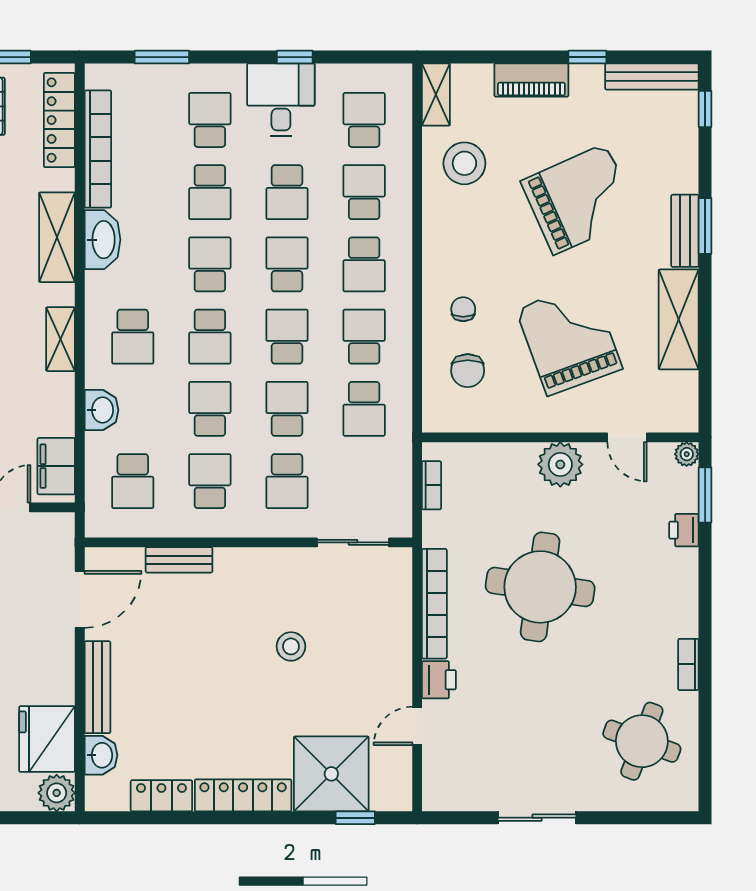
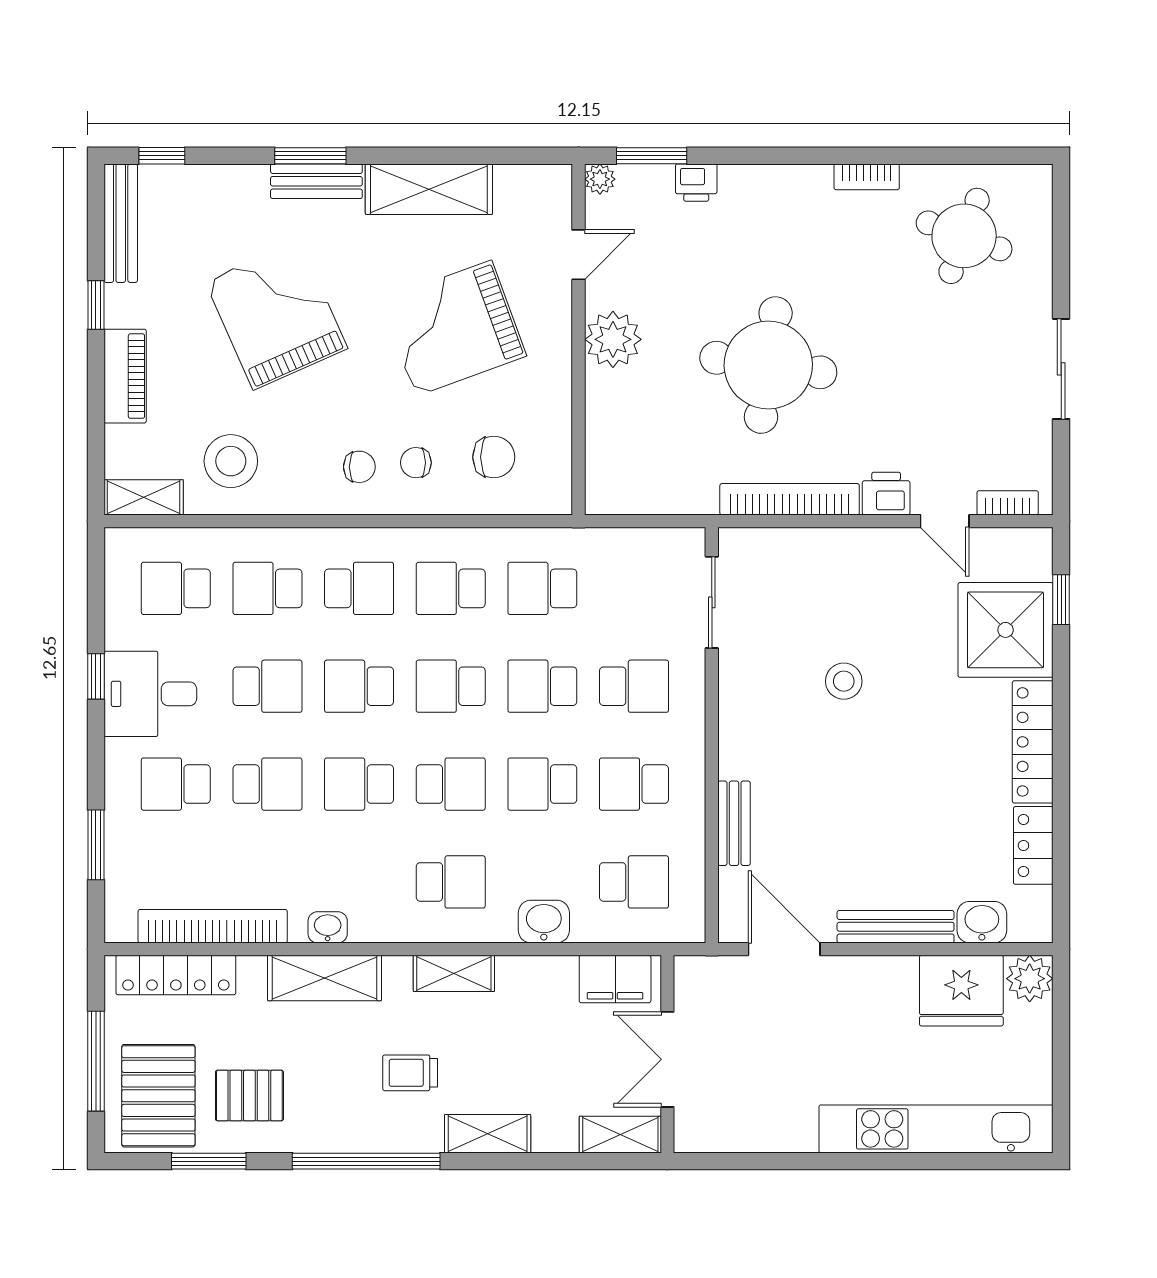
washbasin: (103, 240) -> (328, 927), width x0.52, depth x0.69
chair: (460, 265) -> (359, 467), added
school desk: (364, 409) -> (542, 588), turned 180
bookcase: (431, 485) -> (1008, 503), moved

